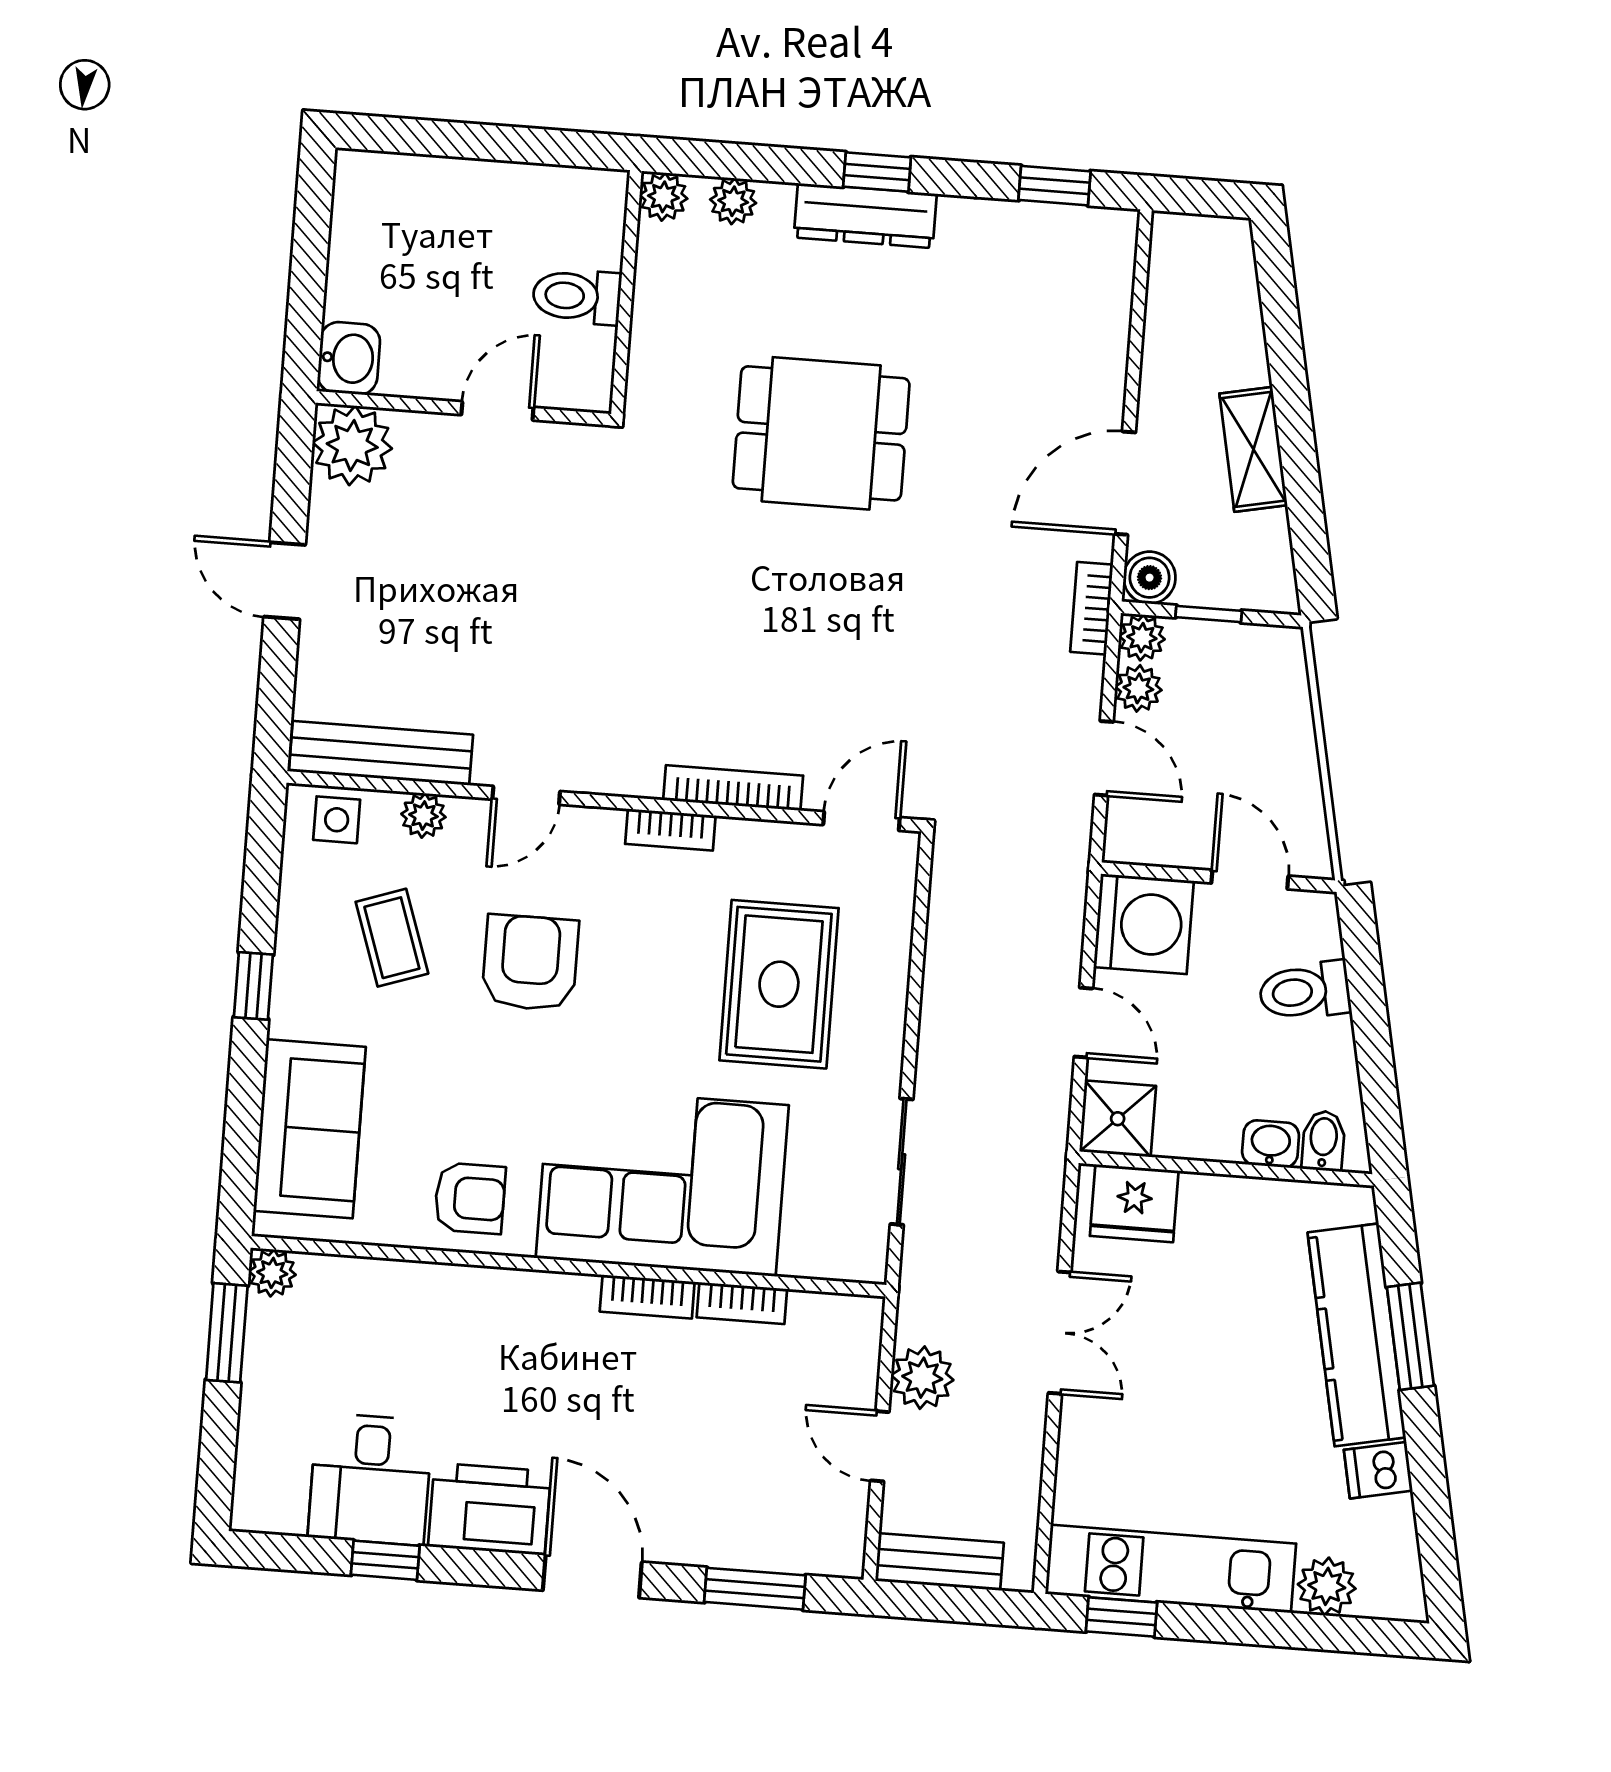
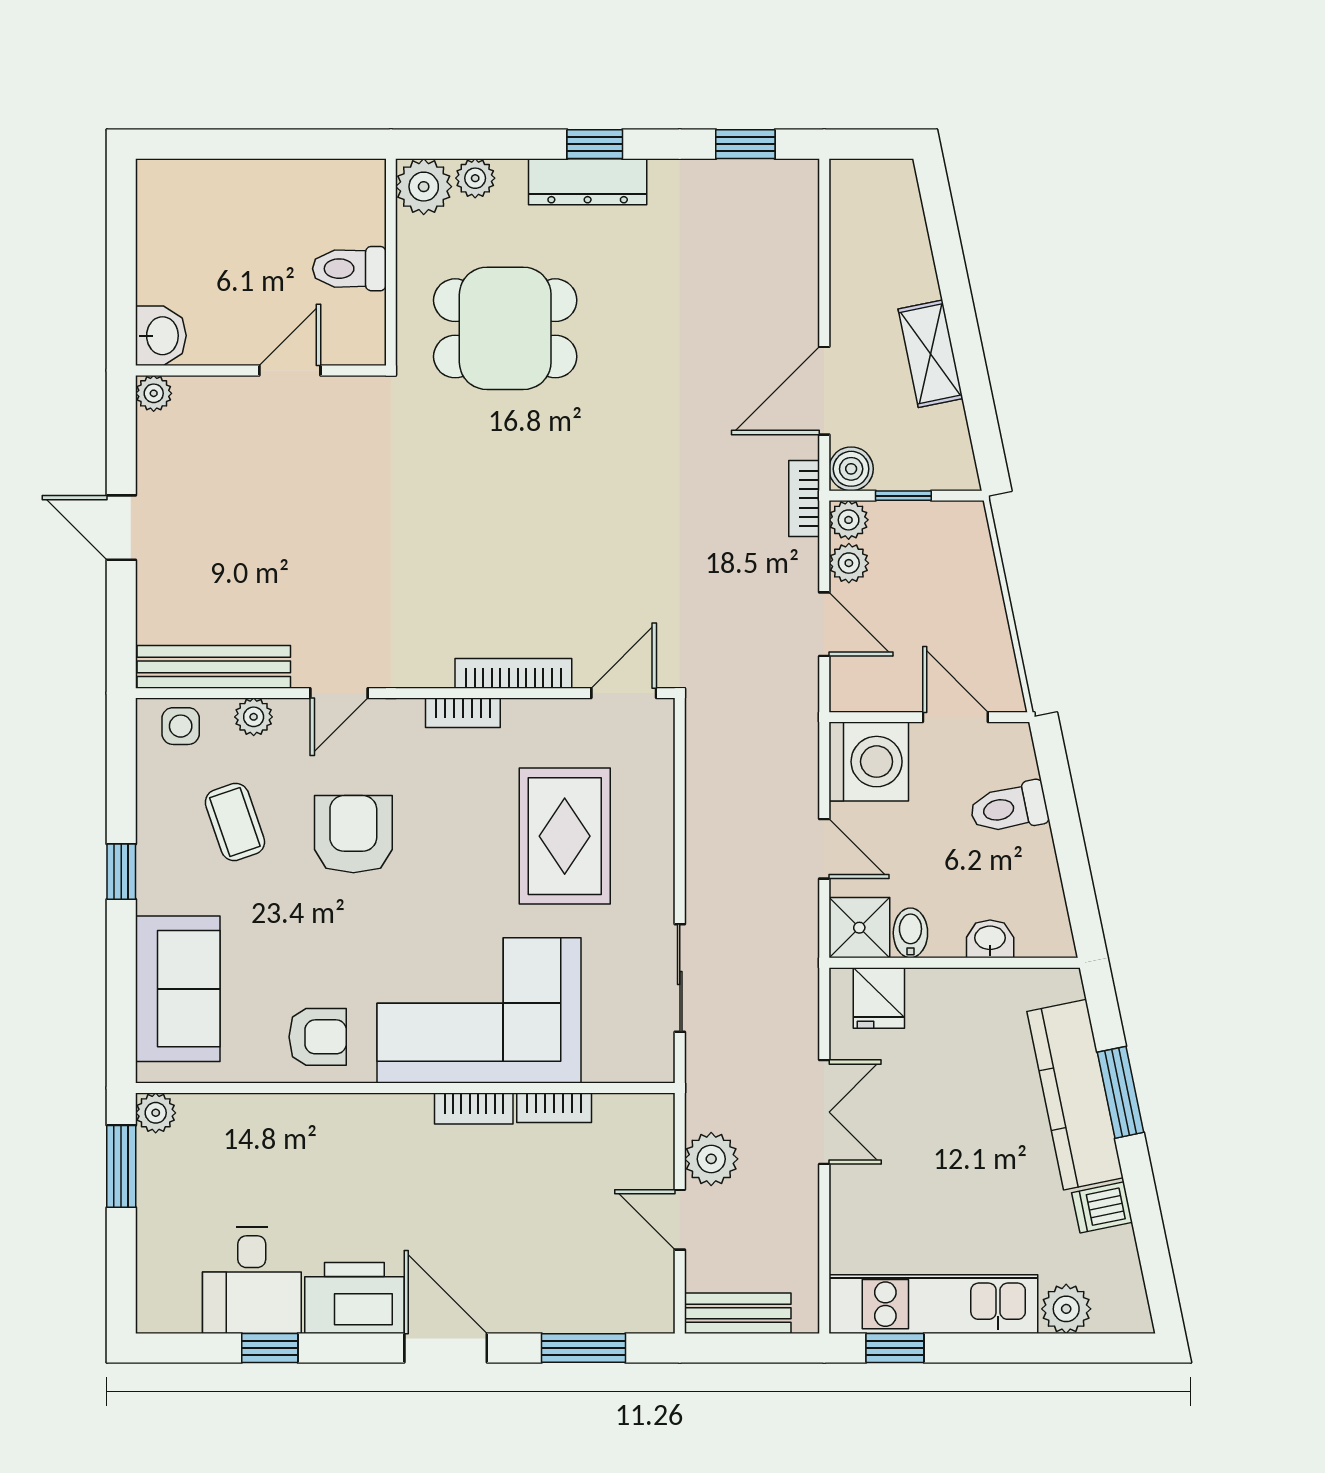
plant: (663, 197) -> (424, 187), width x1.38, depth x1.38
dining table: (821, 433) -> (505, 328), moved
plant: (352, 445) -> (154, 393), width x0.53, depth x0.53
bidet: (1323, 1141) -> (910, 933), moved
fridge: (1134, 1203) -> (879, 998), width x0.72

